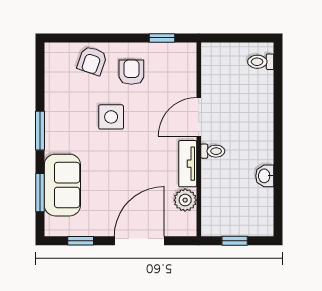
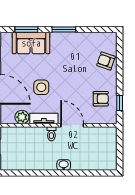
toilet: (261, 62) -> (105, 163), removed
armchair: (131, 72) -> (101, 99), moved
side table: (111, 117) -> (41, 87), moved
washbasin: (265, 176) -> (64, 165), moved

